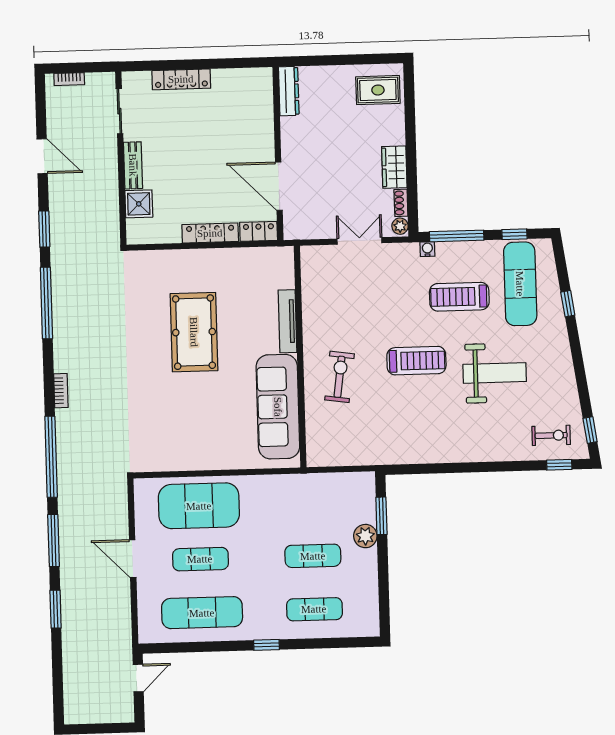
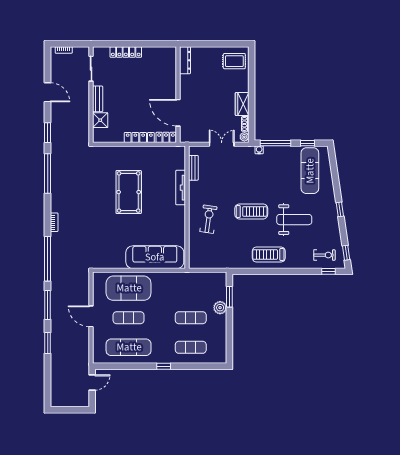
bench: (310, 285) -> (193, 168), added
treadmill: (459, 297) -> (269, 254), moved
window: (568, 304) -> (340, 209), moved
sofa: (278, 407) -> (155, 257), moved, turned 90

